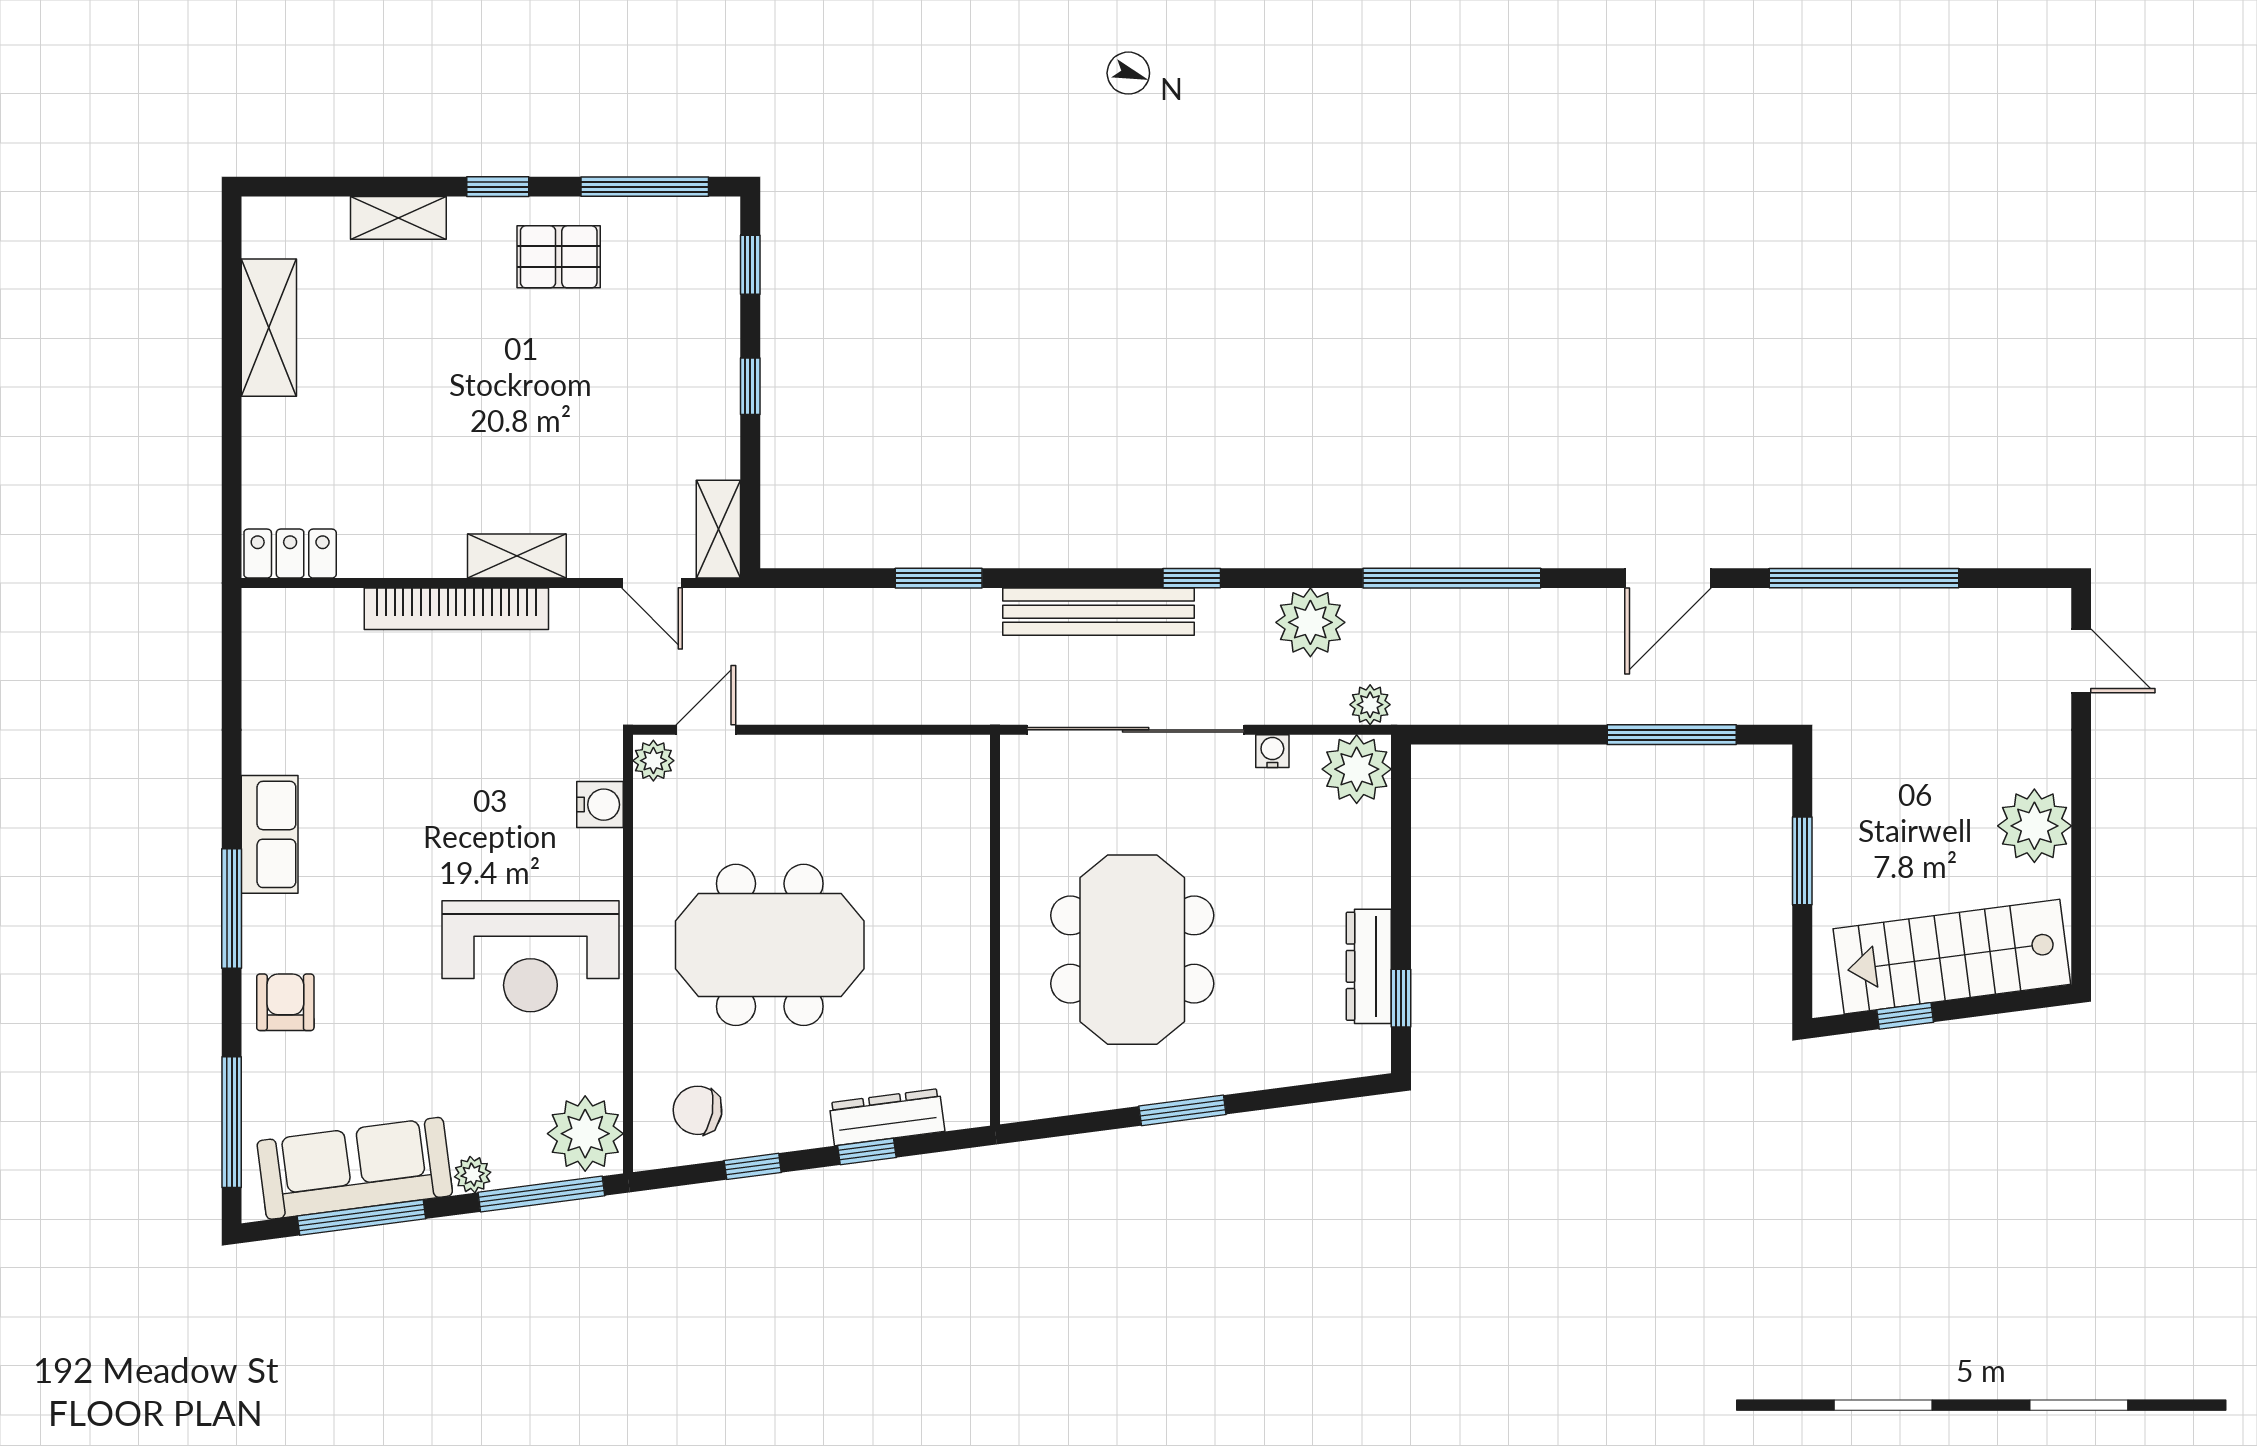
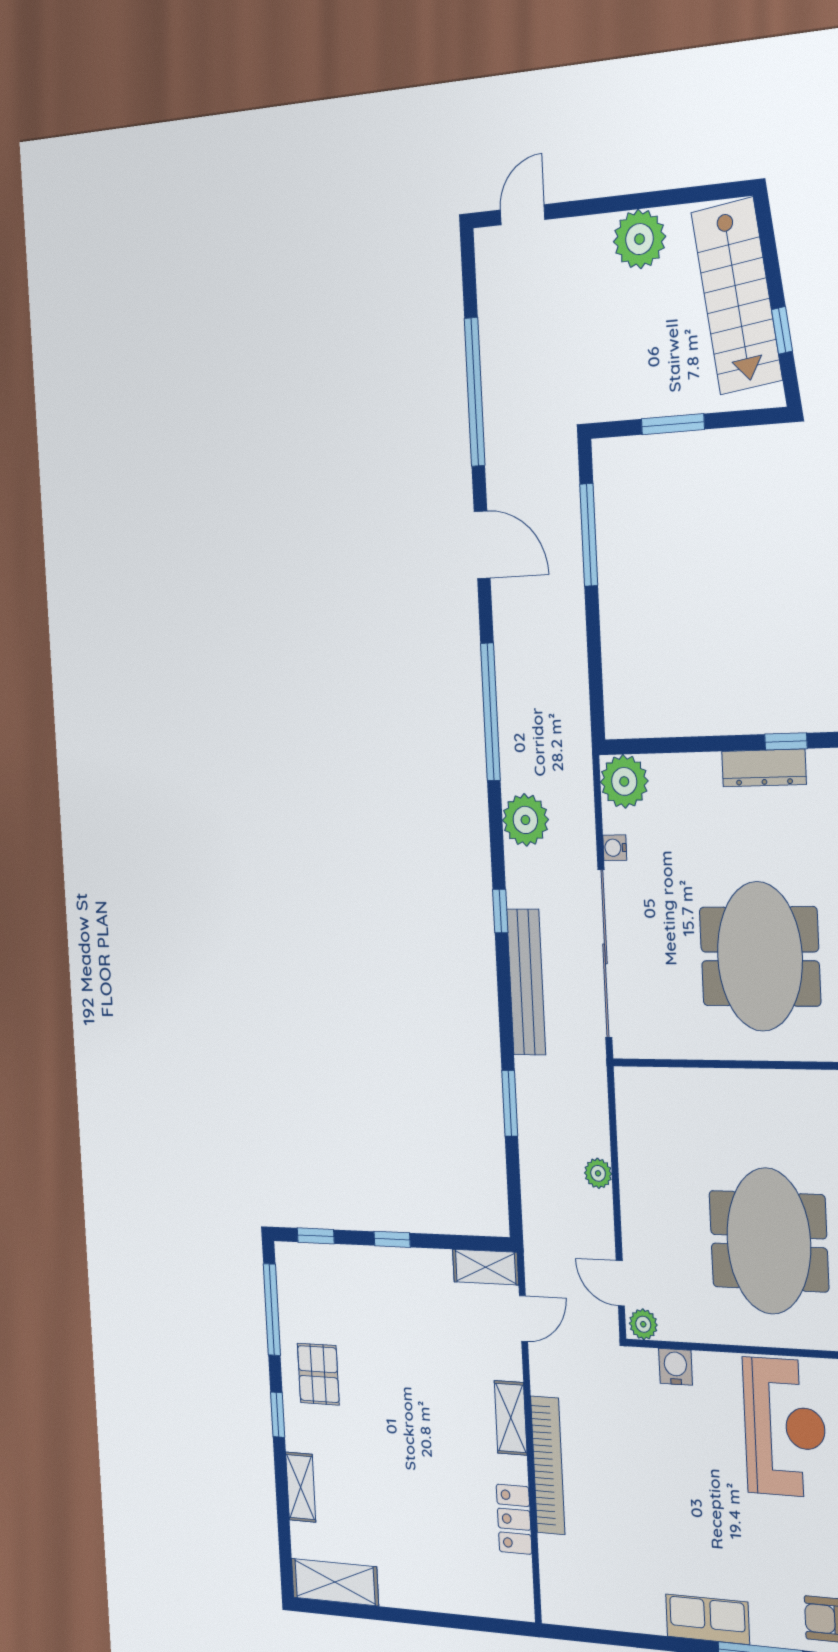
shelving: (269, 328) -> (335, 1582), moved
locker: (290, 554) -> (514, 1519), moved
plant: (1370, 705) -> (598, 1173), moved
meeting table: (1132, 950) -> (760, 956), turned 90

